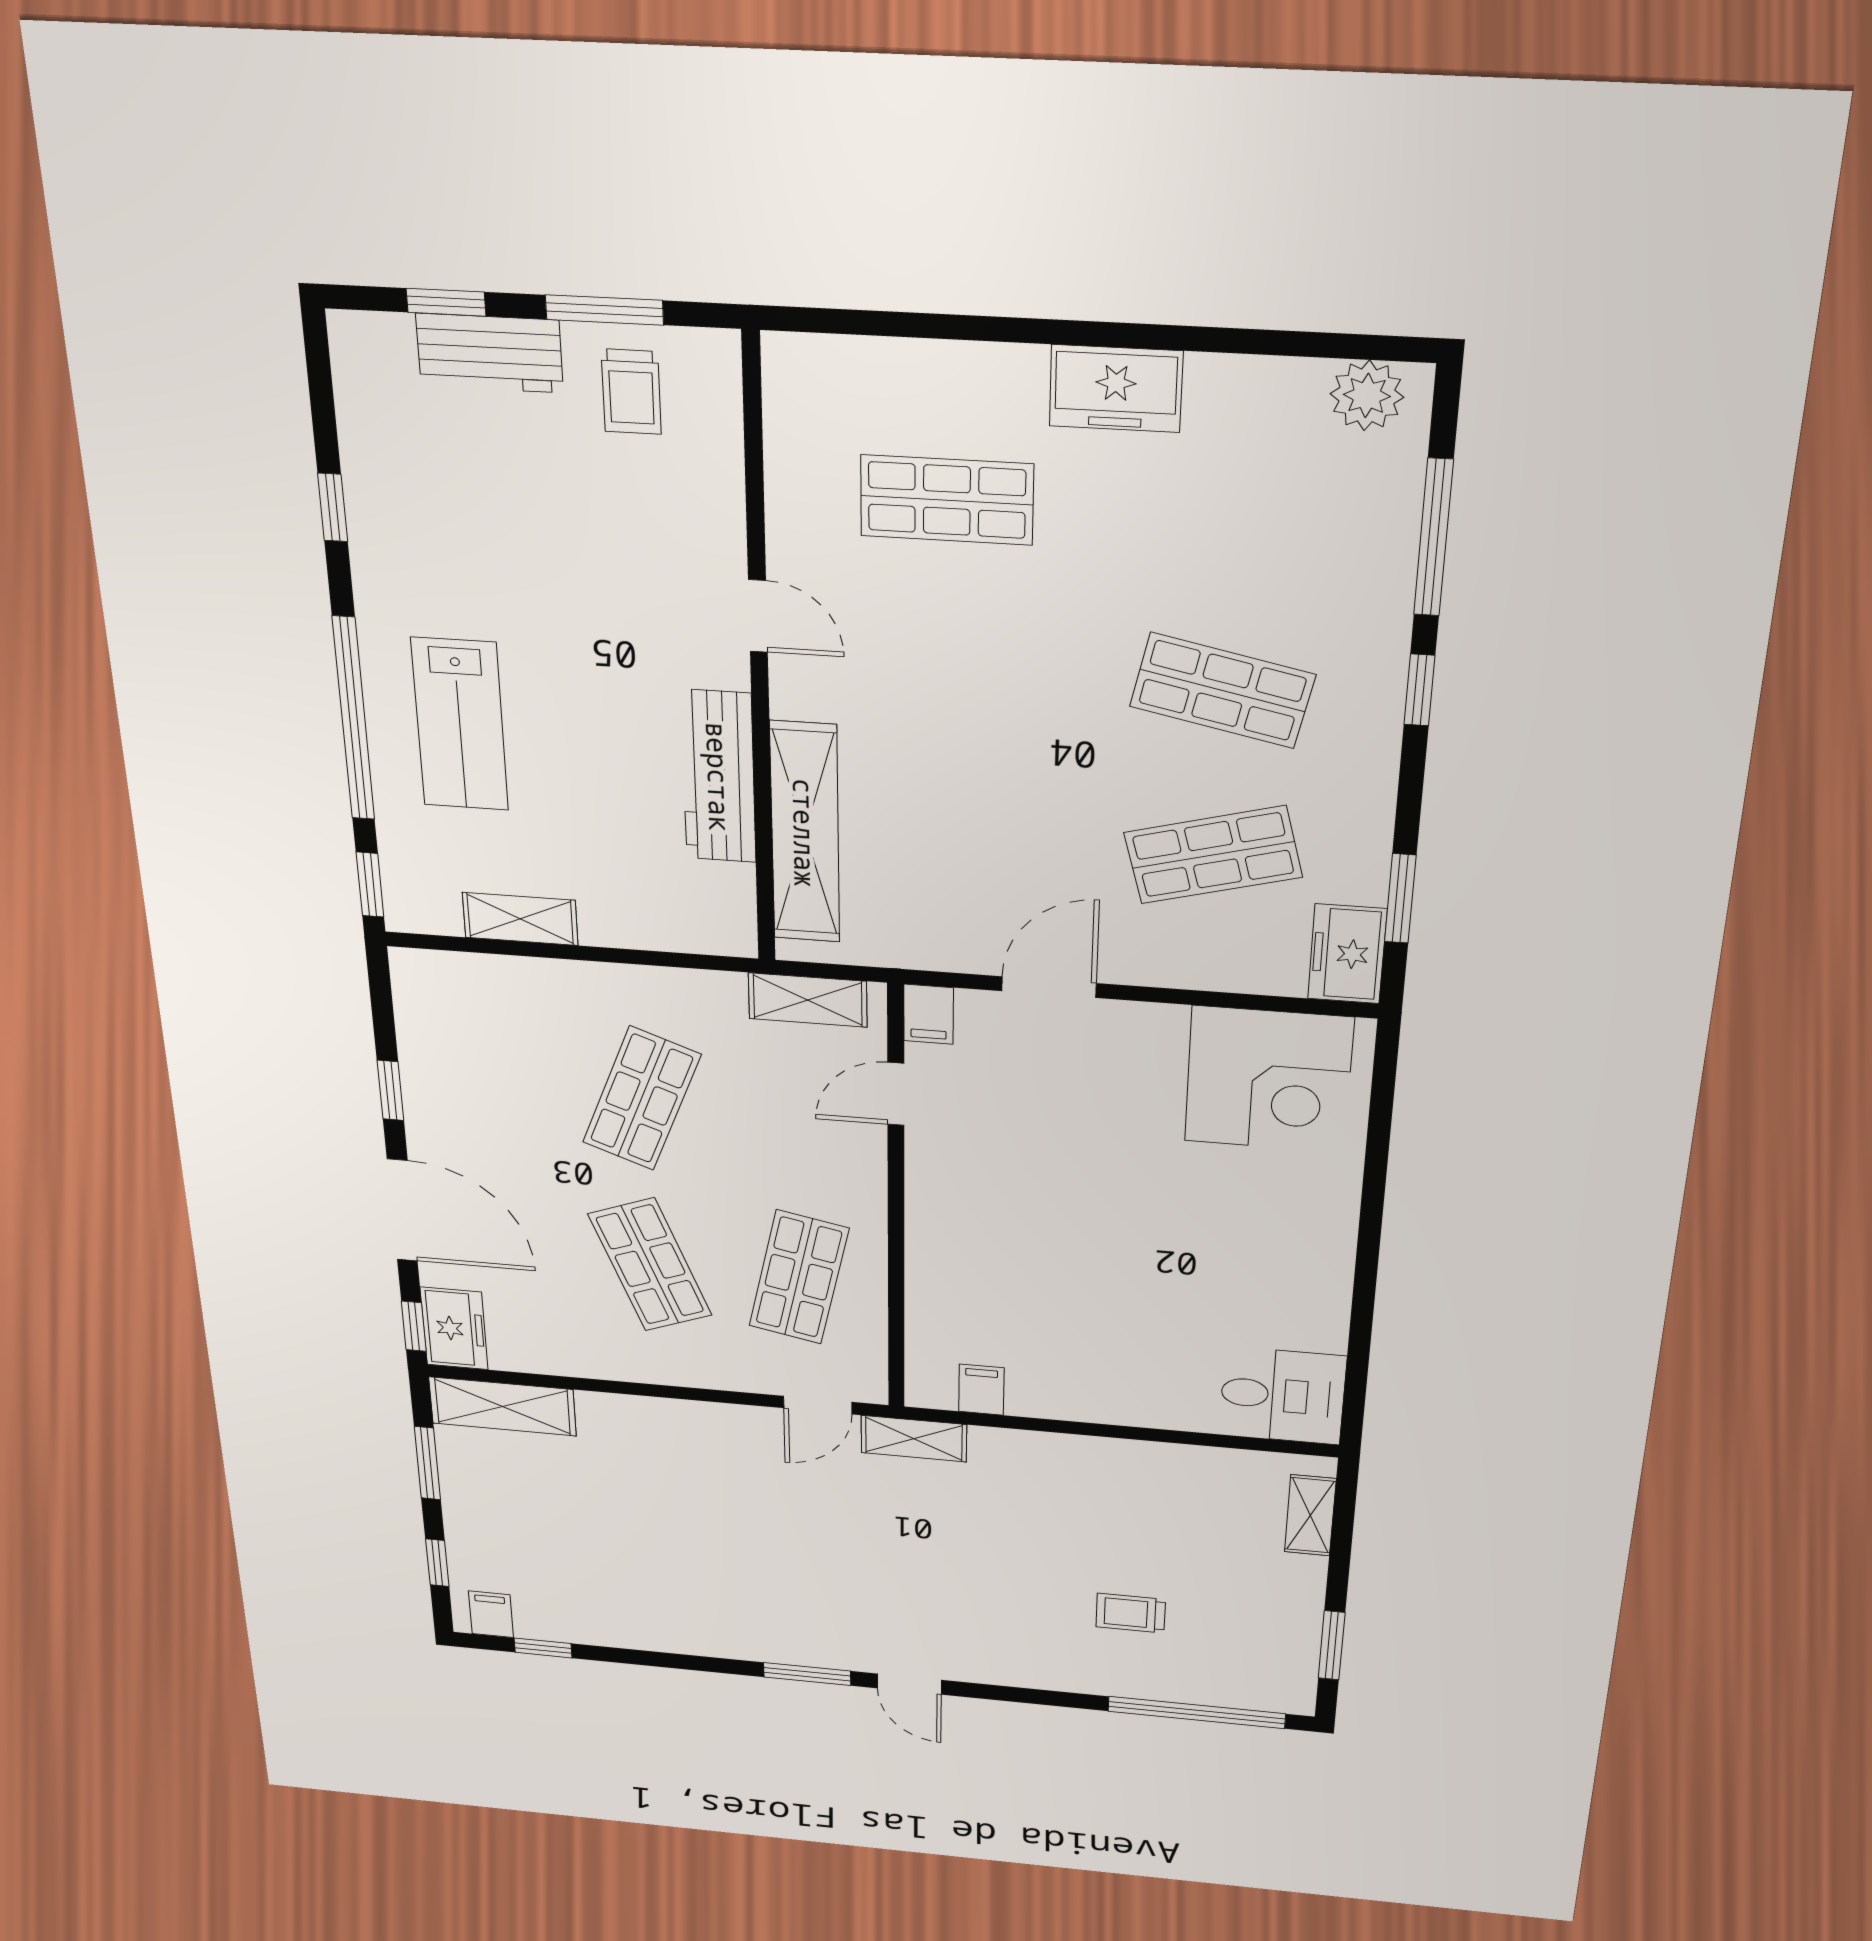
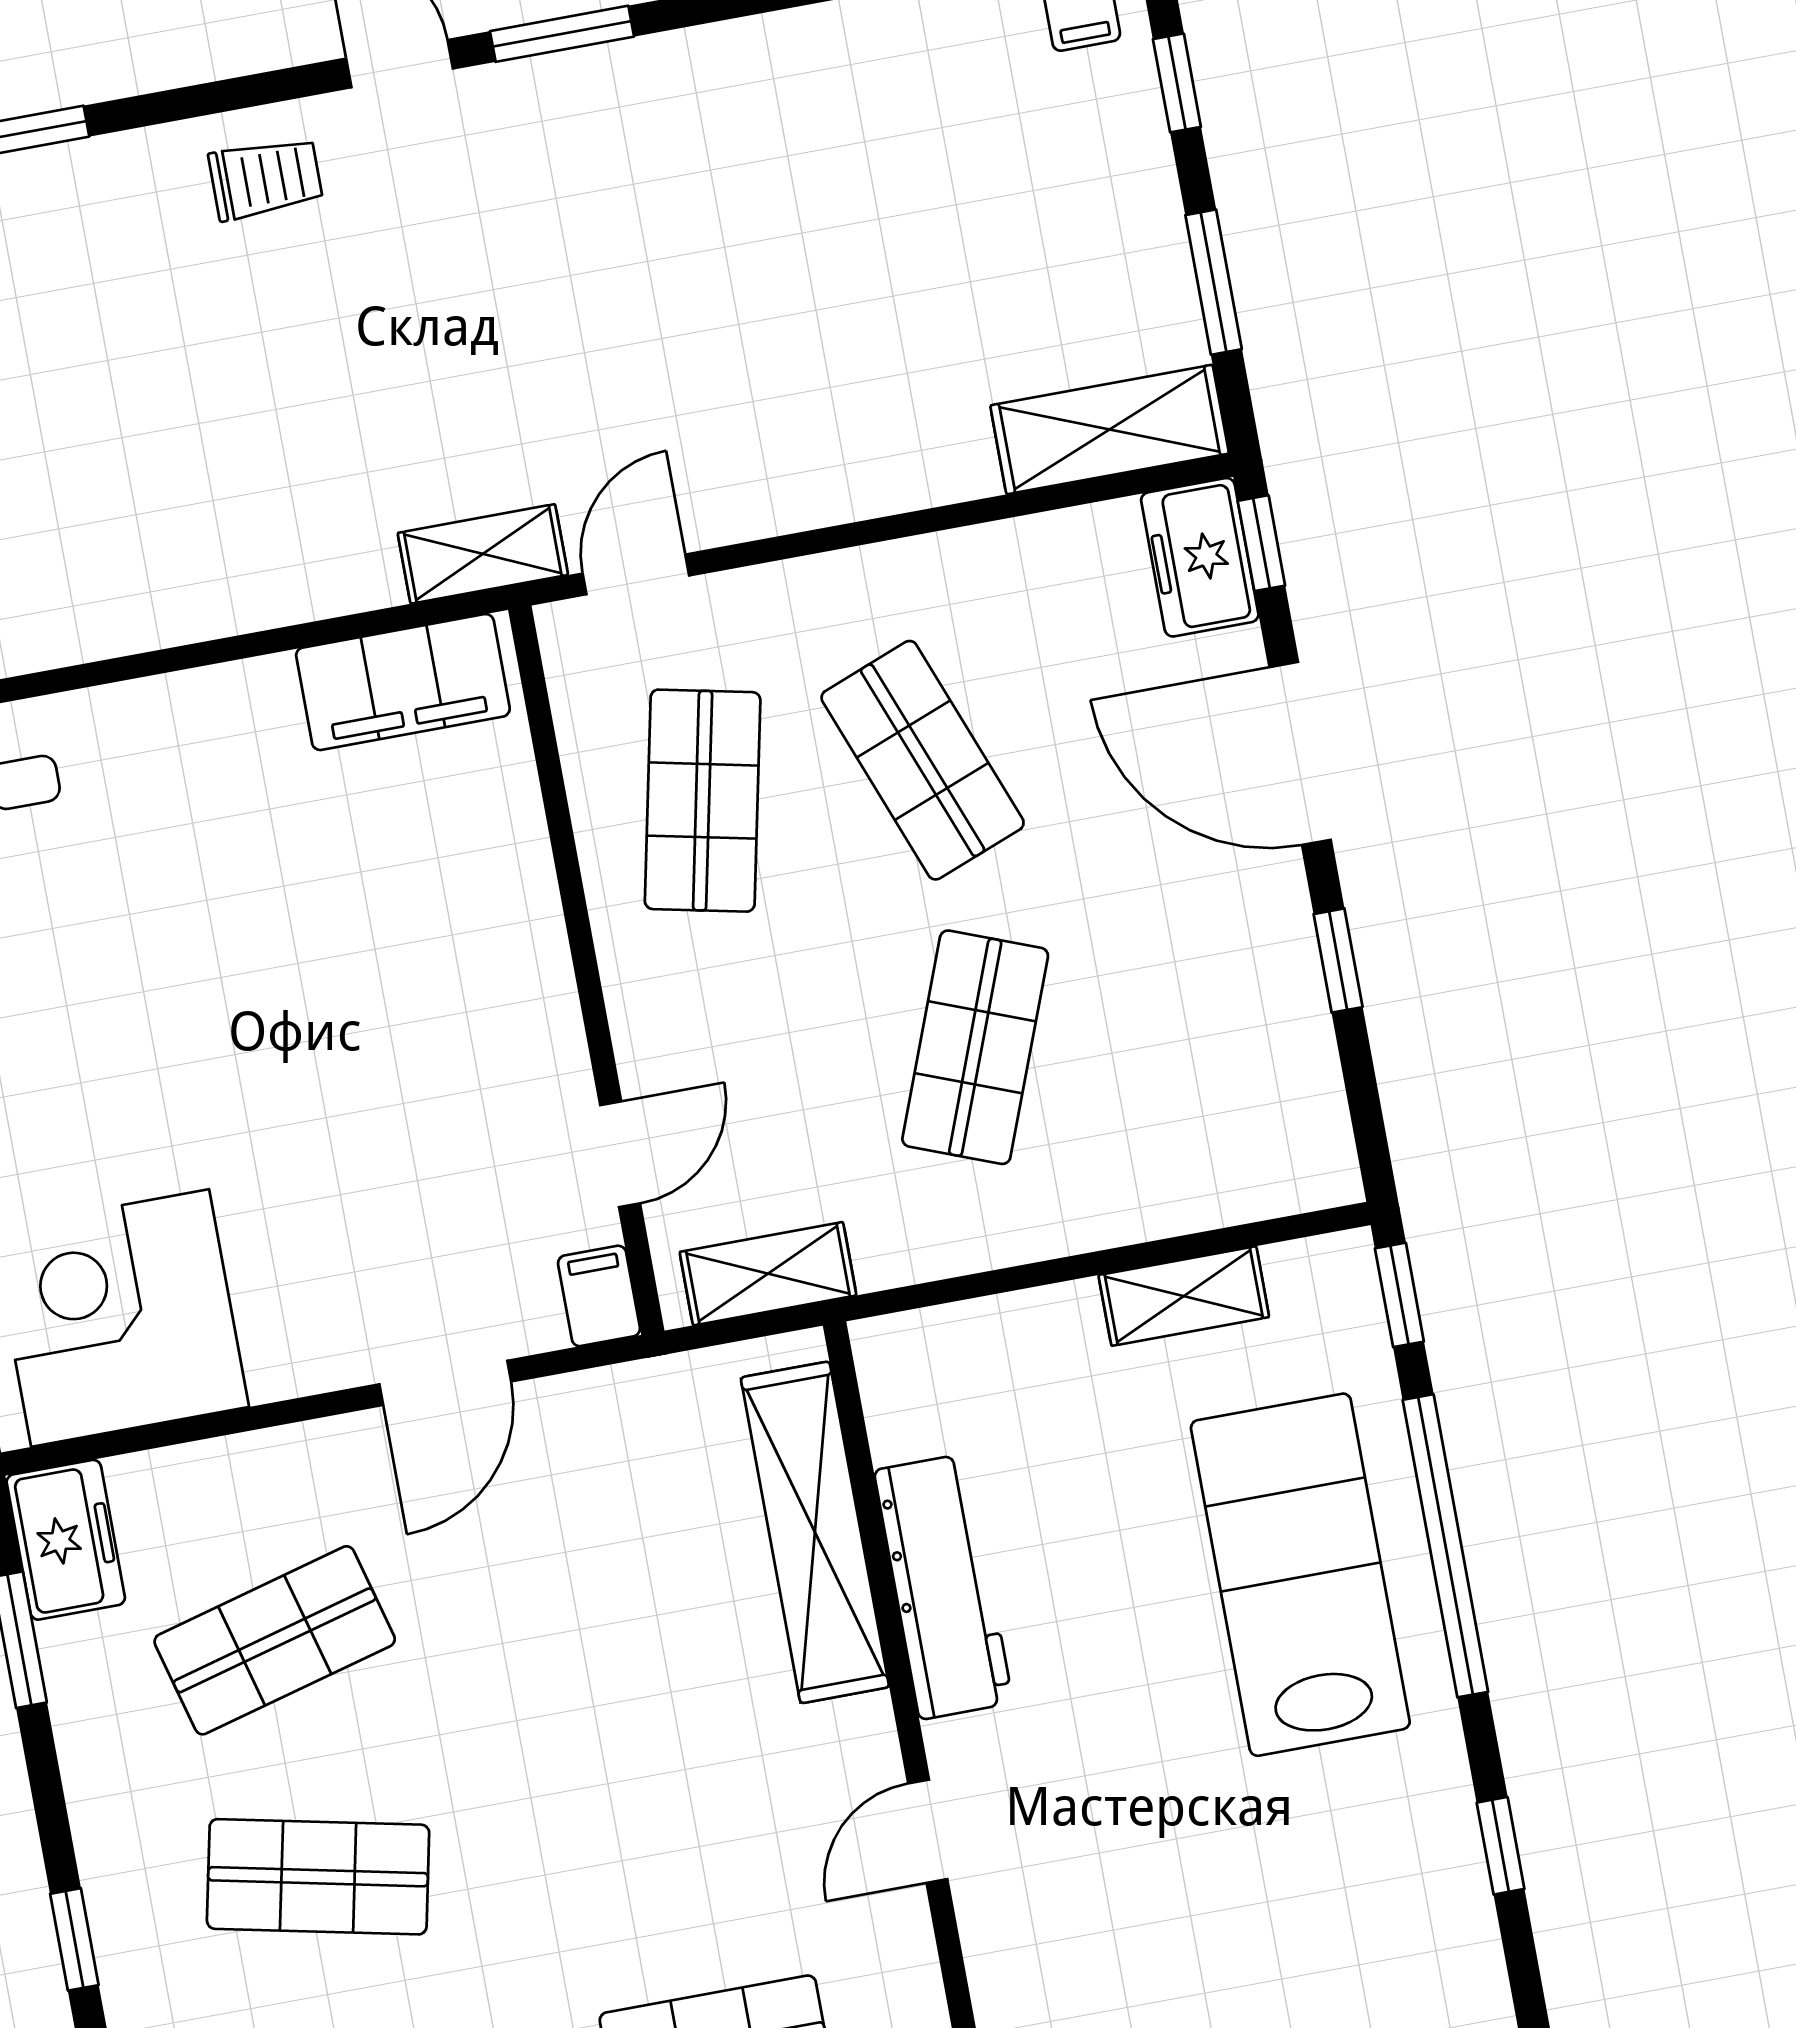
door: (758, 616) -> (928, 1831), hinge flipped
lab bench: (460, 725) -> (1300, 1575), width x1.36, depth x1.39
filing cabinet: (981, 1390) -> (403, 682), width x3.00, depth x1.17
trolley: (1131, 1613) -> (266, 178), moved

